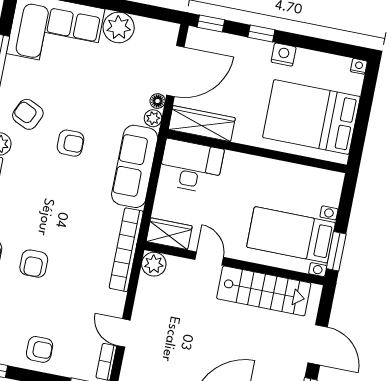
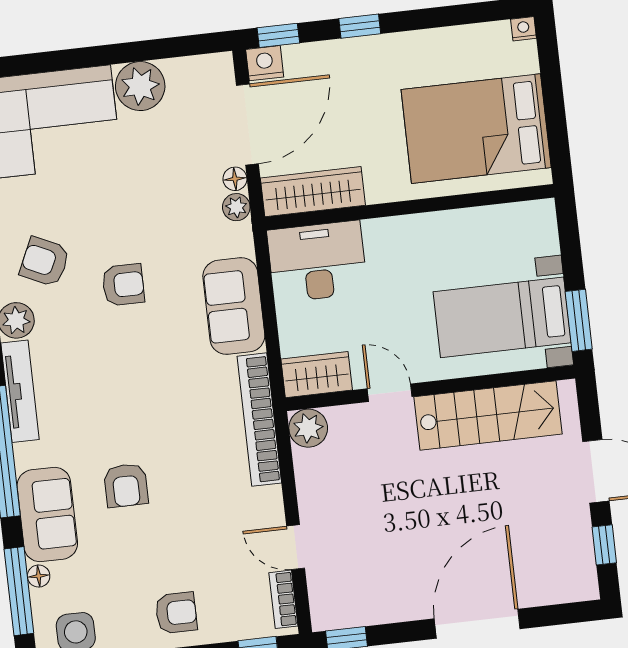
nightstand: (284, 55) -> (265, 63), moved
sofa: (135, 166) -> (234, 306), width x0.73

